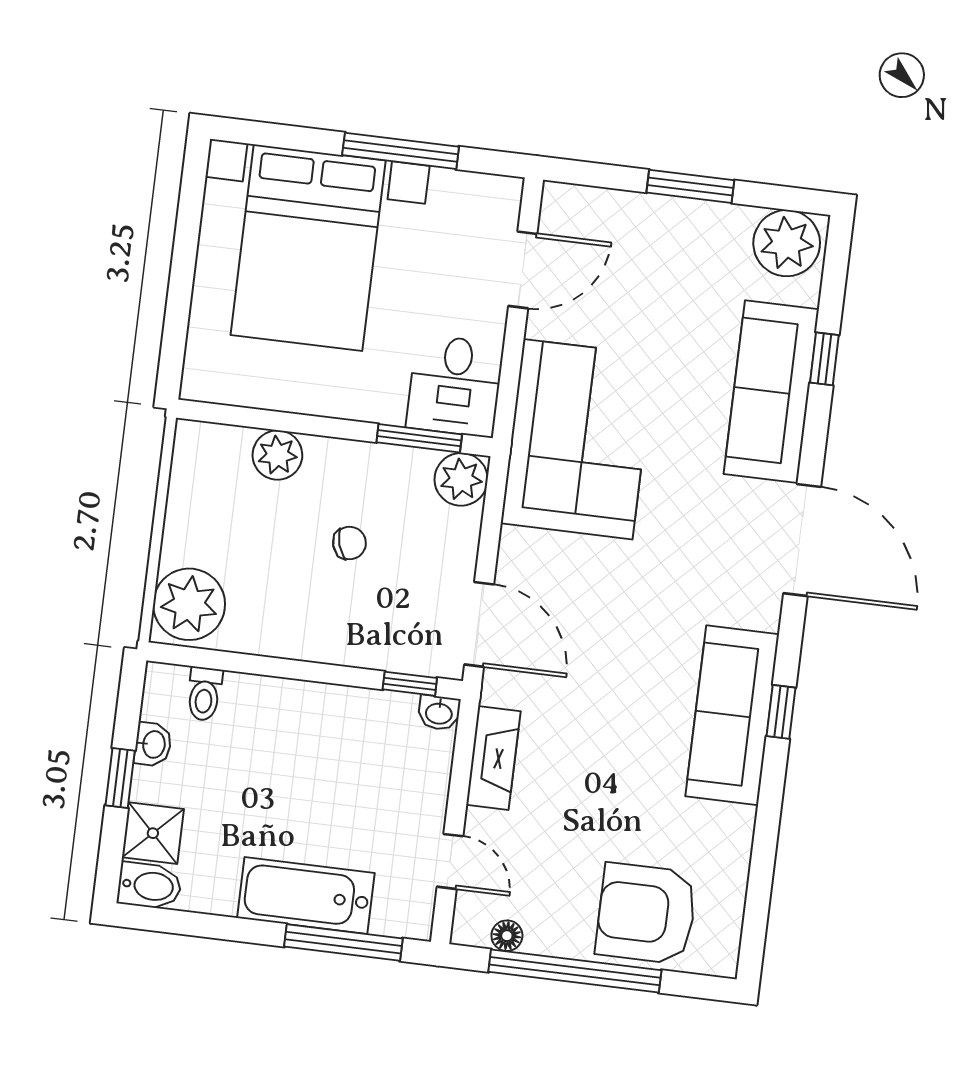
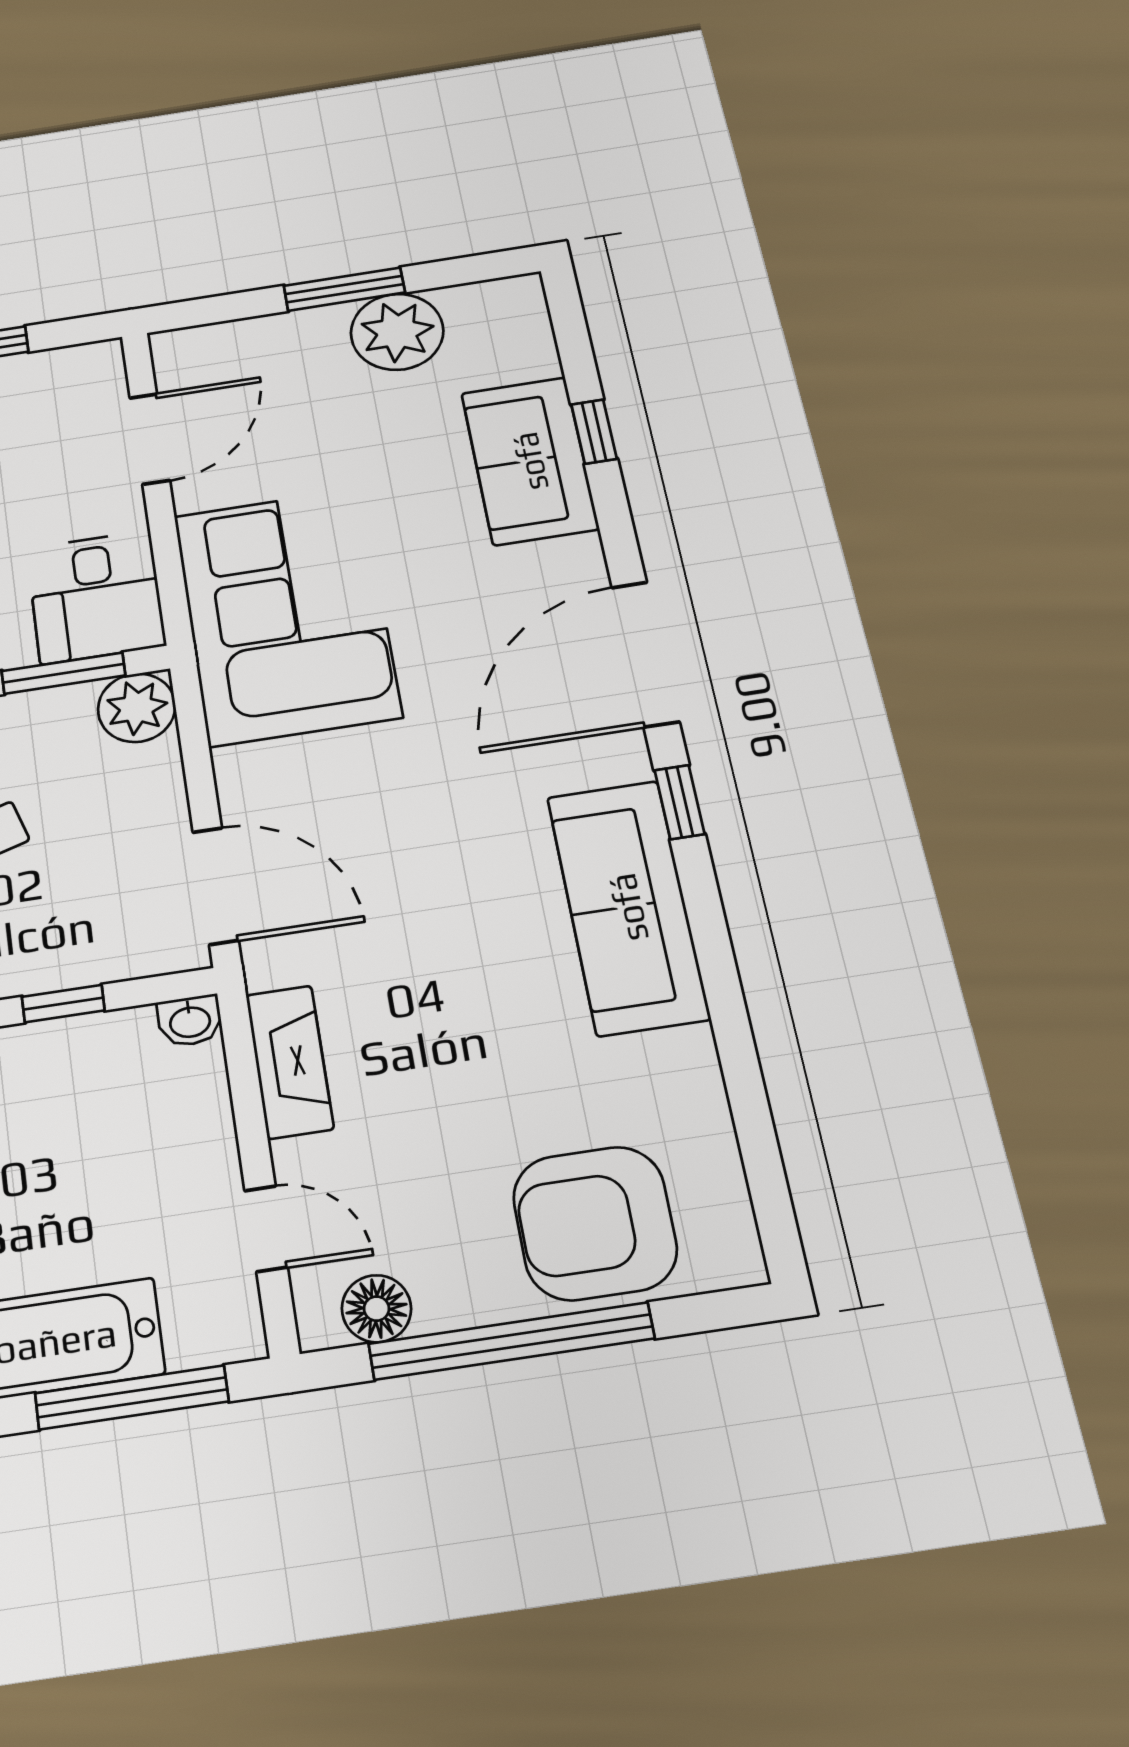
plant: (787, 243) -> (397, 332), moved
sofa: (771, 392) -> (530, 461), width x0.73
door: (802, 540) -> (645, 654), swing flipped
window: (410, 684) -> (63, 1004), moved
window: (781, 712) -> (679, 802), moved
floor lamp: (507, 936) -> (376, 1309), width x1.37, depth x1.37

